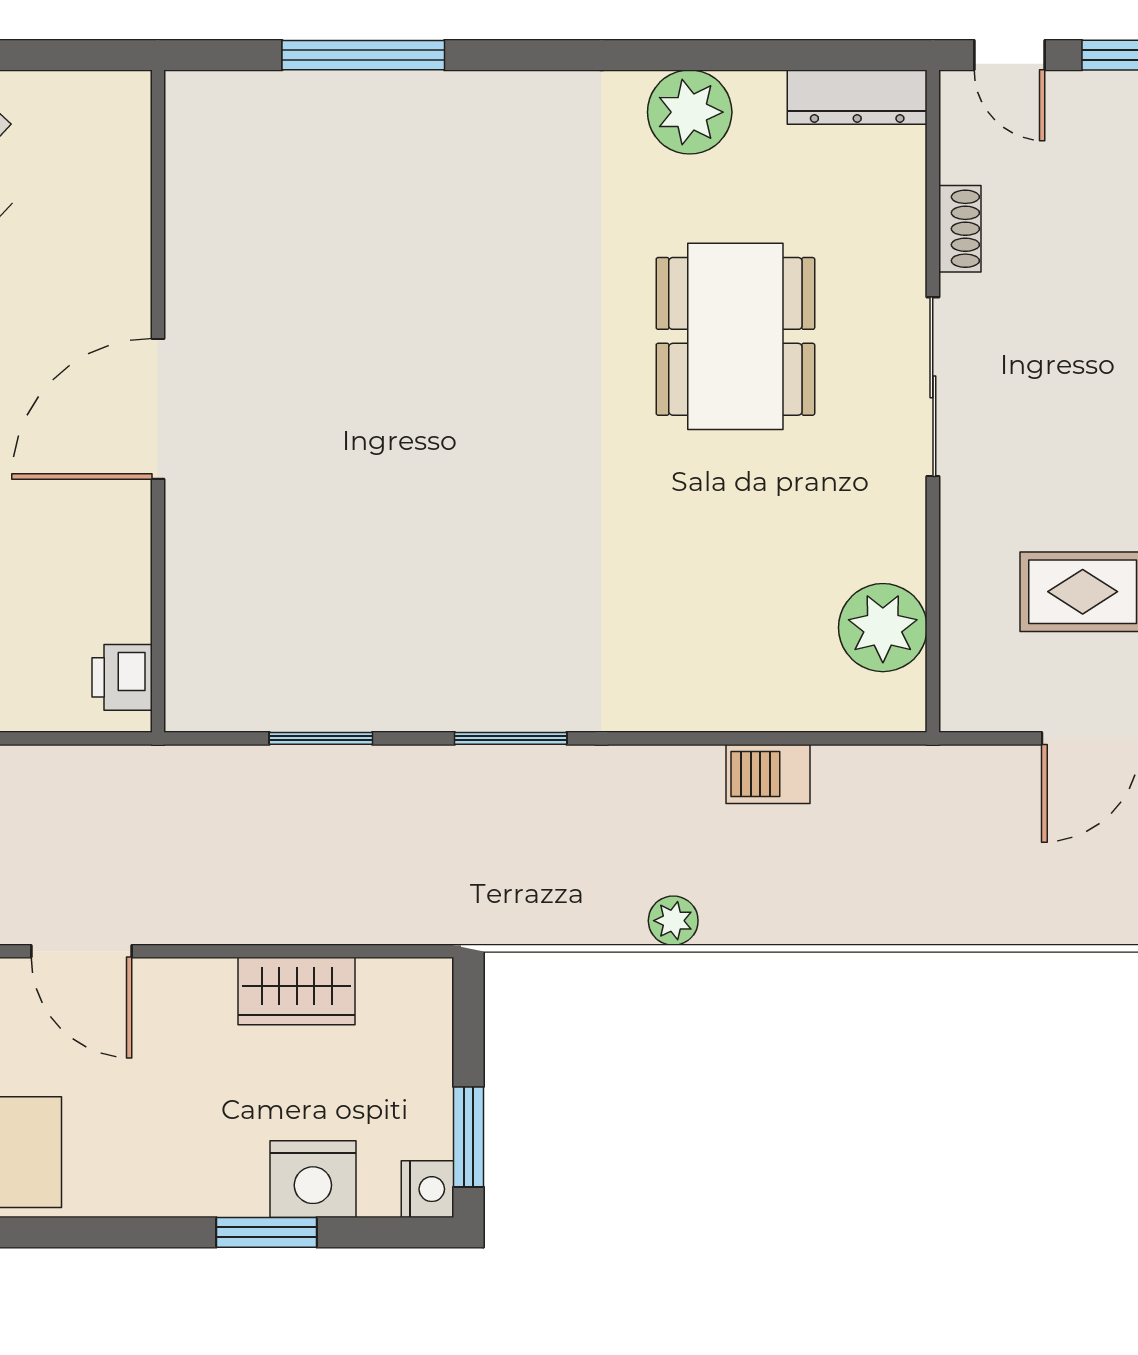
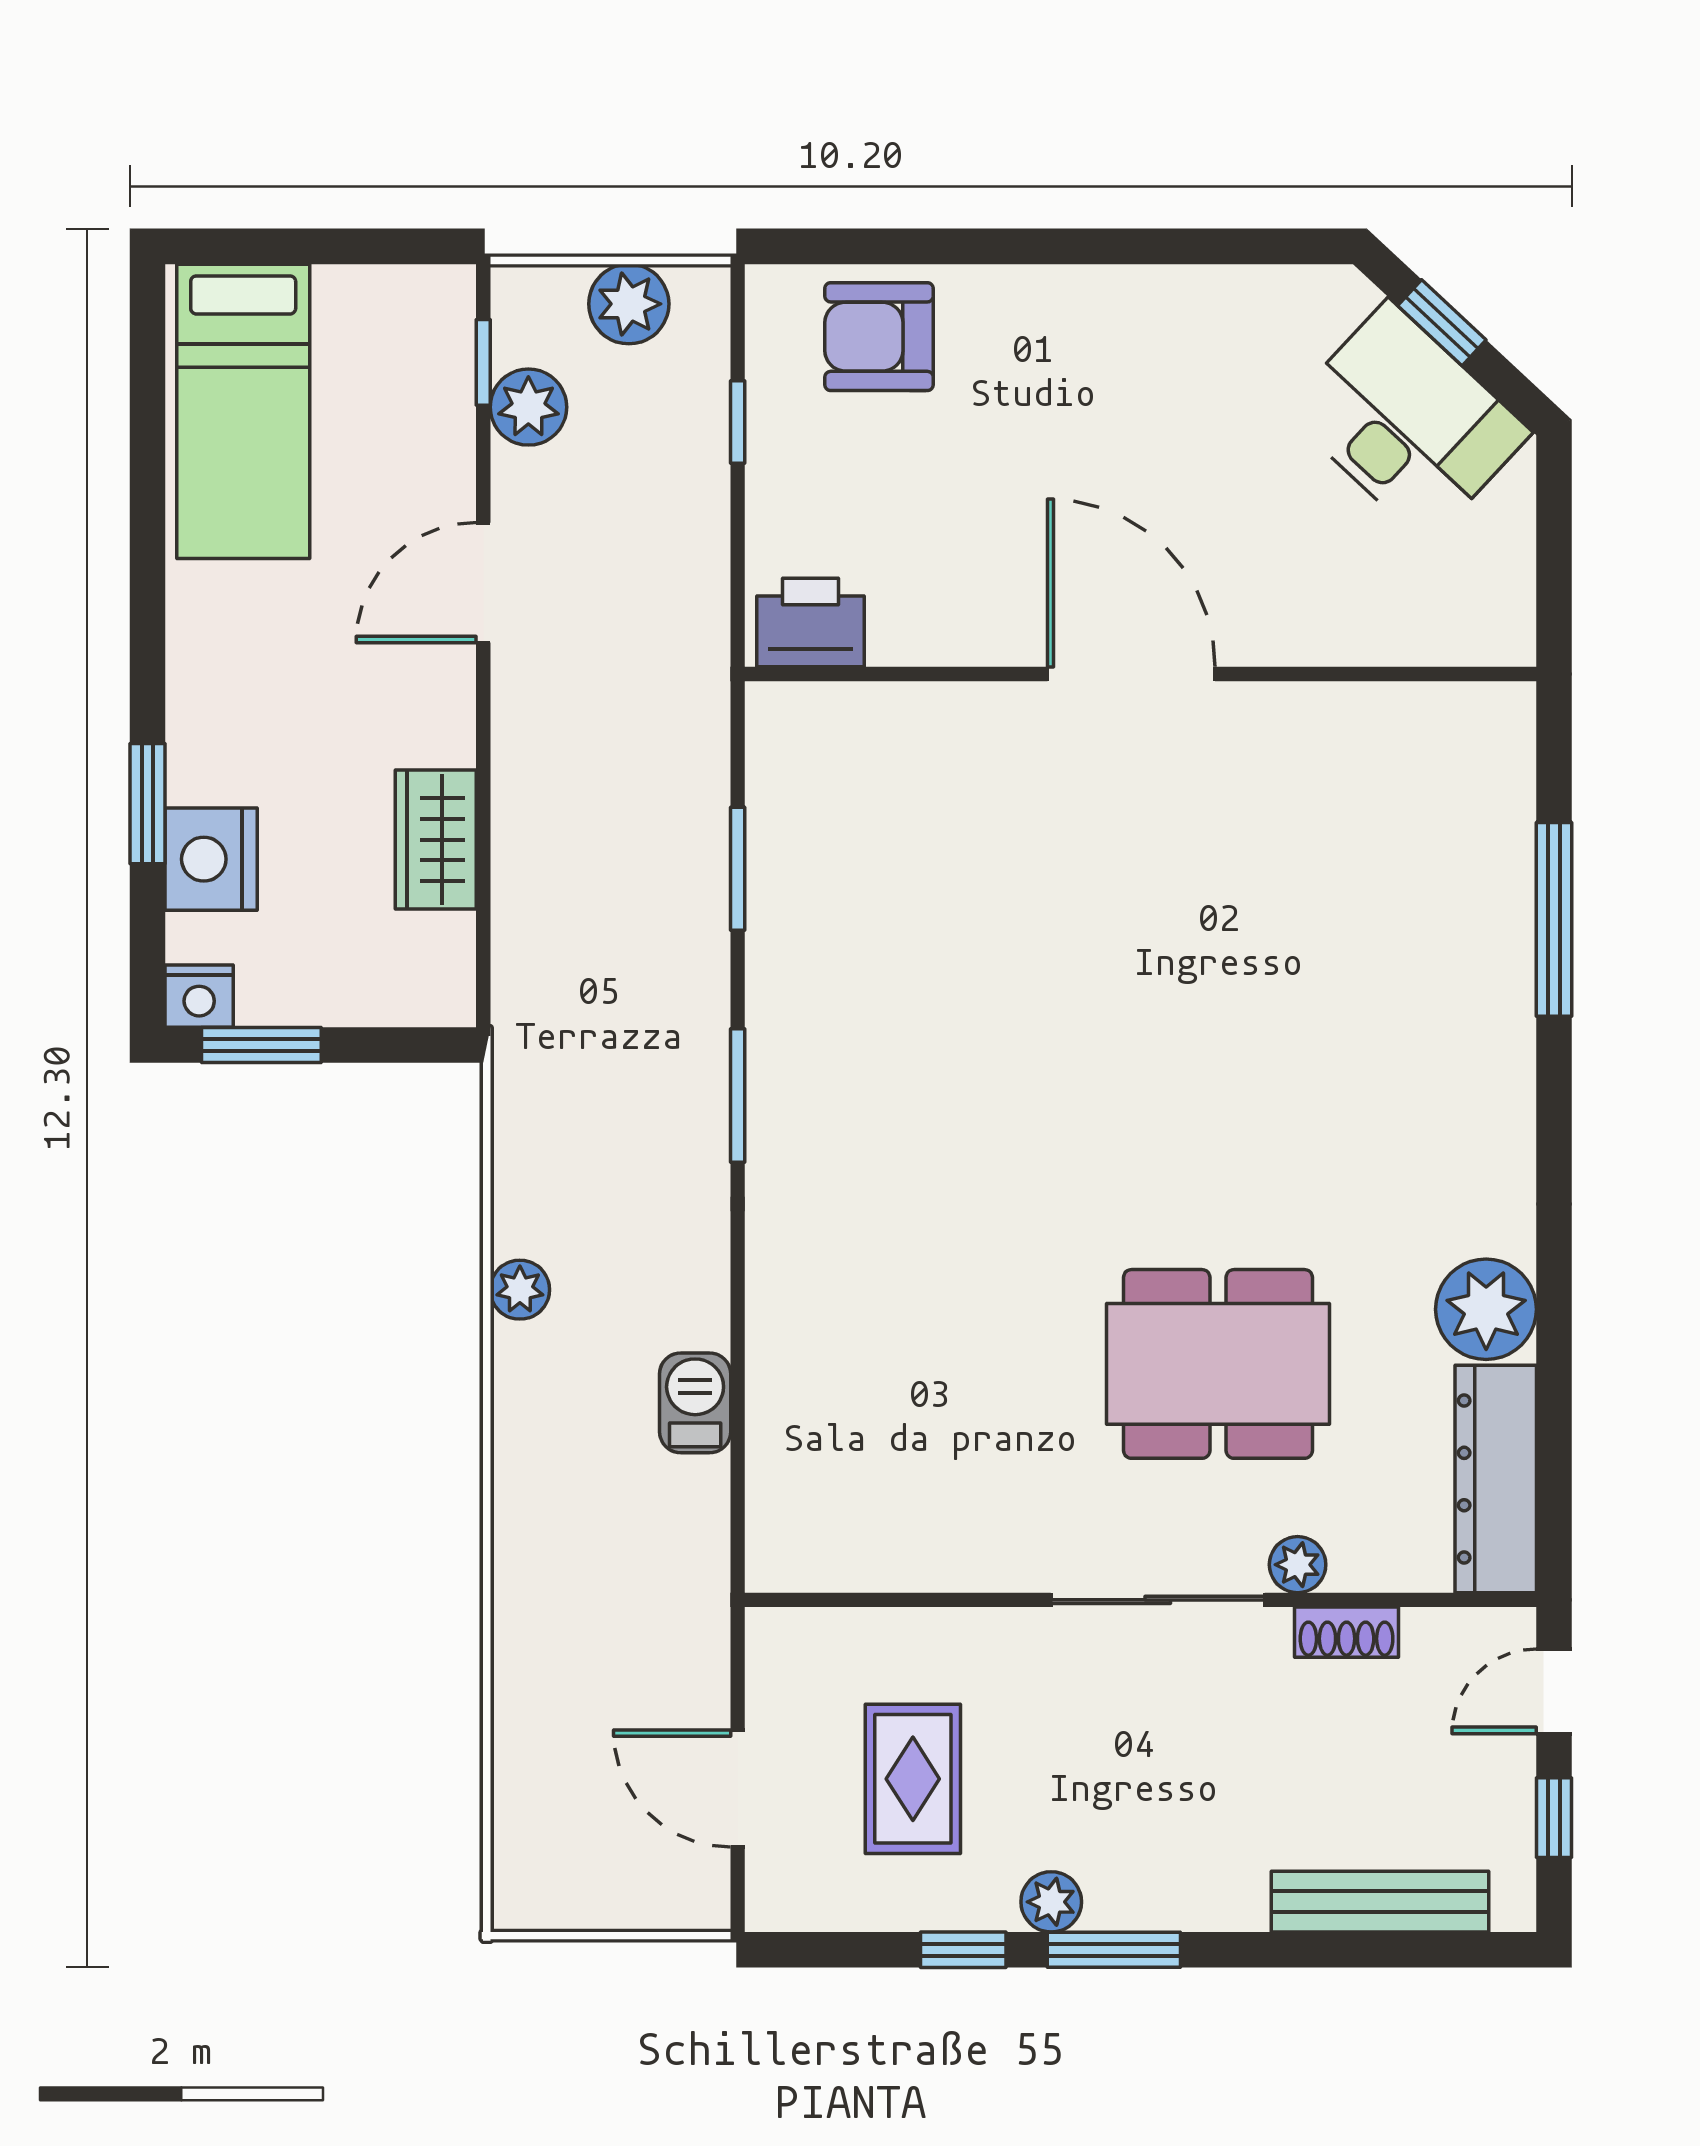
dresser: (857, 97) -> (1496, 1479), width x1.37, depth x1.24
plant: (883, 628) -> (1298, 1565), moved, width x0.53, depth x0.53
printer: (122, 677) -> (811, 623), width x1.36, depth x1.24

